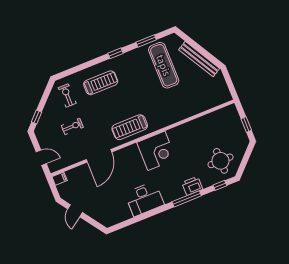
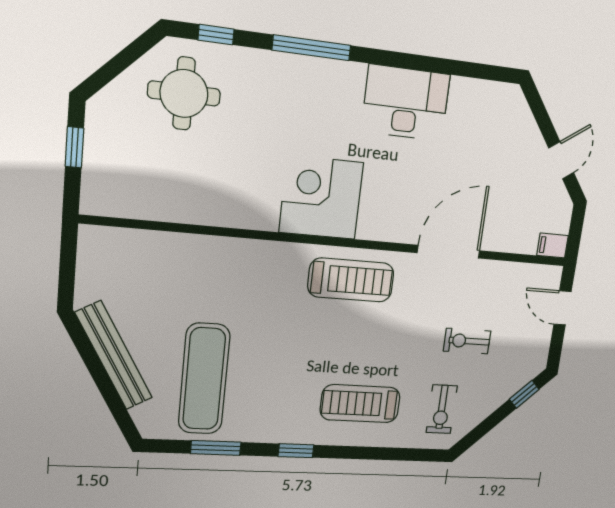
printer: (192, 186) -> (283, 71), removed

